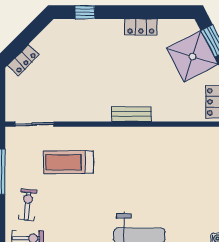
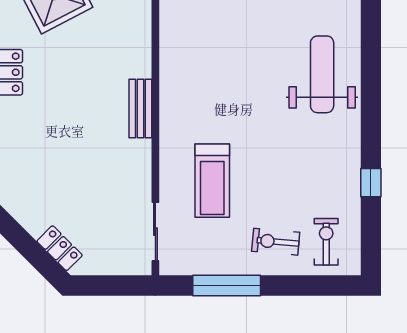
bench: (131, 114) -> (140, 108), moved

